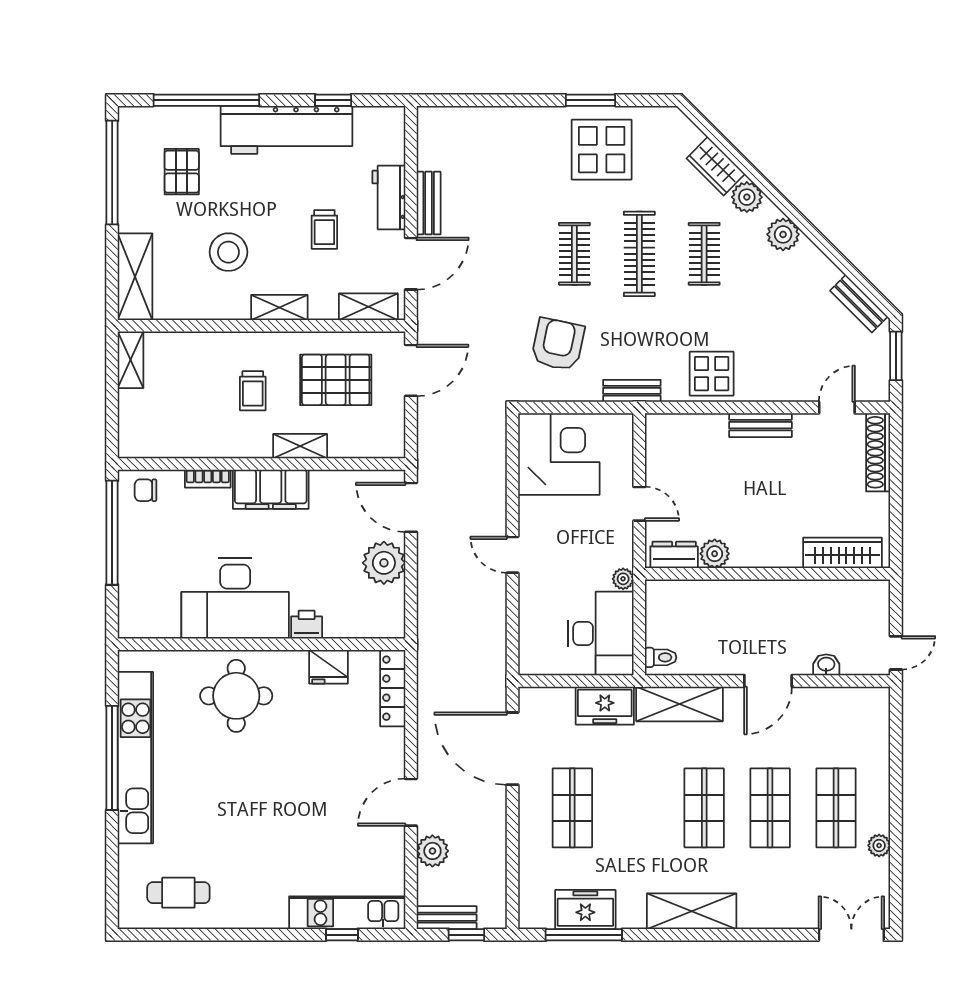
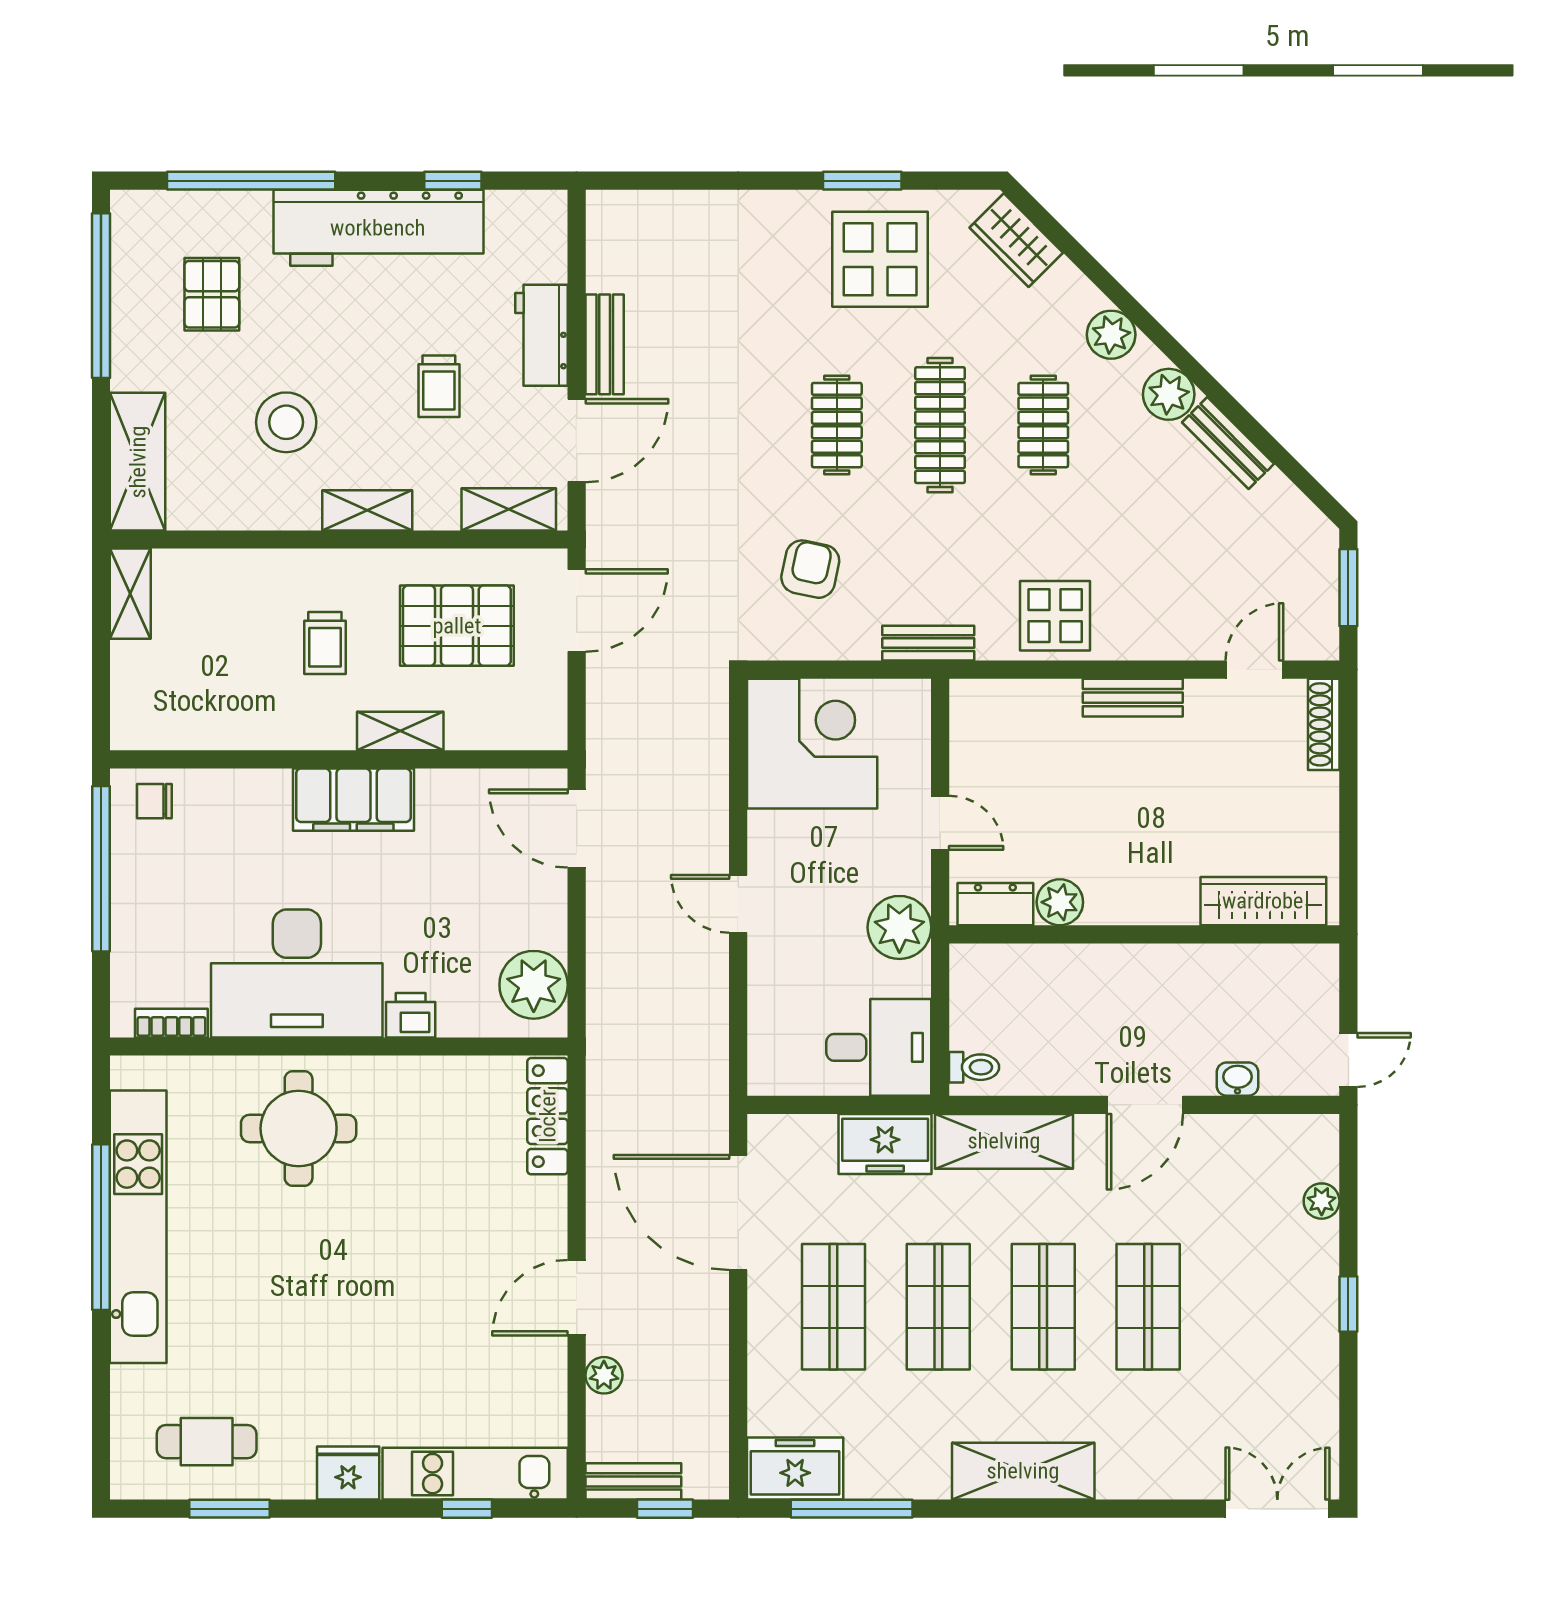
wardrobe: (716, 166) -> (1016, 240), moved
bench: (859, 304) -> (1228, 443), moved
armchair: (558, 344) -> (810, 569), width x0.72, depth x0.72
shoe rack: (878, 452) -> (1324, 724), width x0.74, depth x0.81
bookcase: (208, 479) -> (171, 1023), moved, turned 180
plant: (384, 563) -> (534, 985), moved
plant: (623, 579) -> (899, 927), width x1.88, depth x1.88
desk: (601, 634) -> (879, 1047), width x0.73
fridge: (329, 667) -> (348, 1473), moved, turned 180
window: (896, 806) -> (1348, 1304), added
shop shelf: (836, 808) -> (938, 1307), moved
plant: (879, 845) -> (1322, 1201), moved
plant: (432, 851) -> (604, 1375), width x0.73, depth x0.73
freezer: (585, 910) -> (795, 1468), moved
window: (193, 935) -> (230, 1509), added

